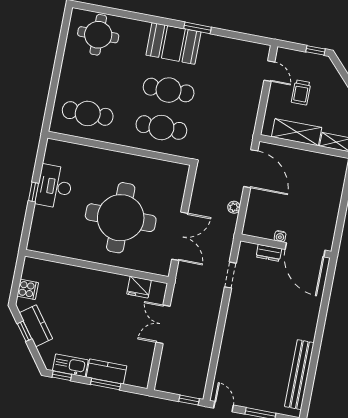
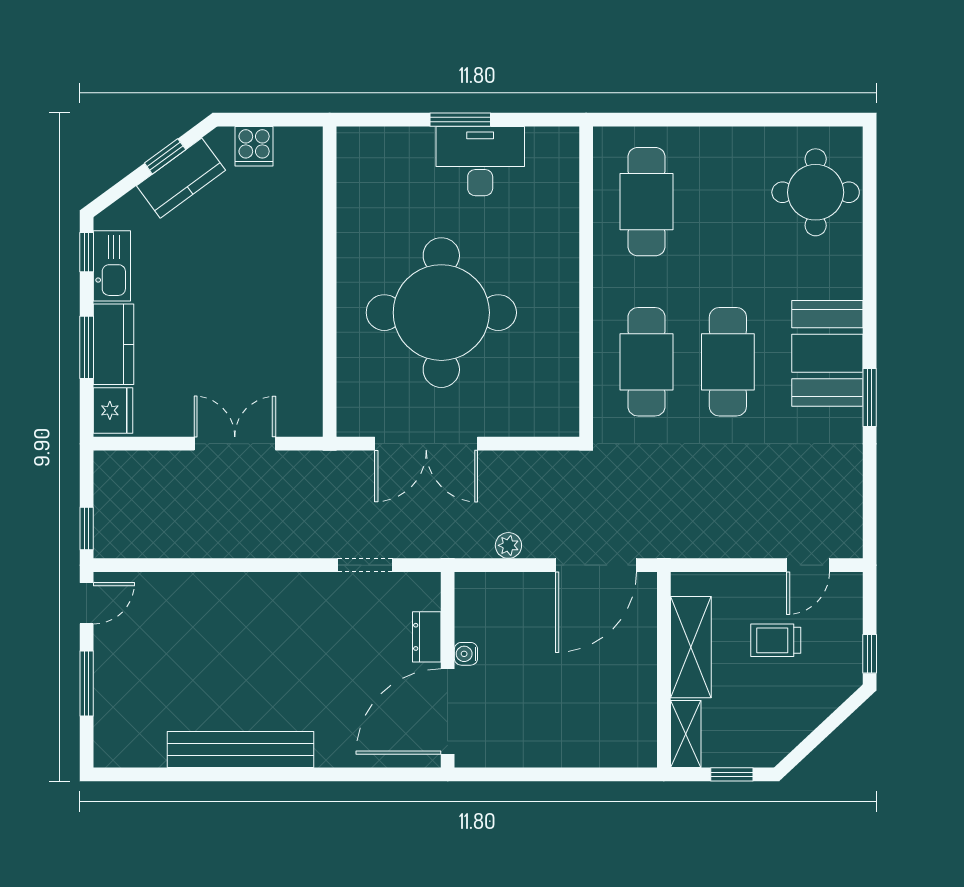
window: (34, 192) -> (460, 120), width x1.50
fridge: (139, 287) -> (113, 410), moved, turned 180
bench: (299, 375) -> (240, 750), moved

